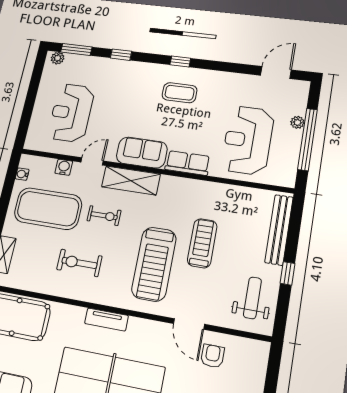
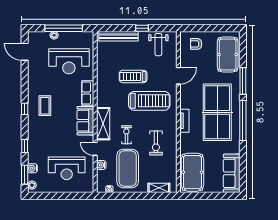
water cooler: (83, 62) -> (32, 168), added
weight bench: (252, 298) -> (158, 45), turned -90
armchair: (212, 356) -> (196, 44), moved

